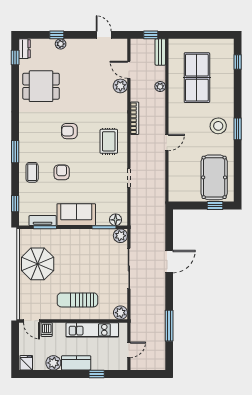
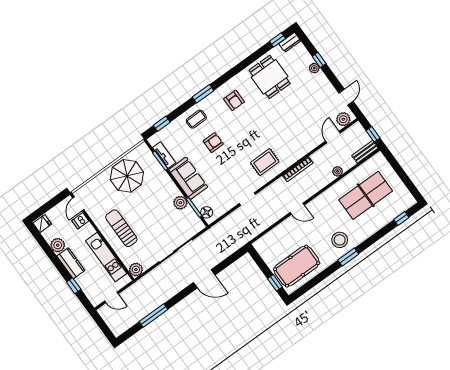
plant: (120, 86) -> (343, 119), moved
armchair: (69, 131) -> (234, 100), moved, turned 180
plant: (120, 236) -> (180, 203), moved

